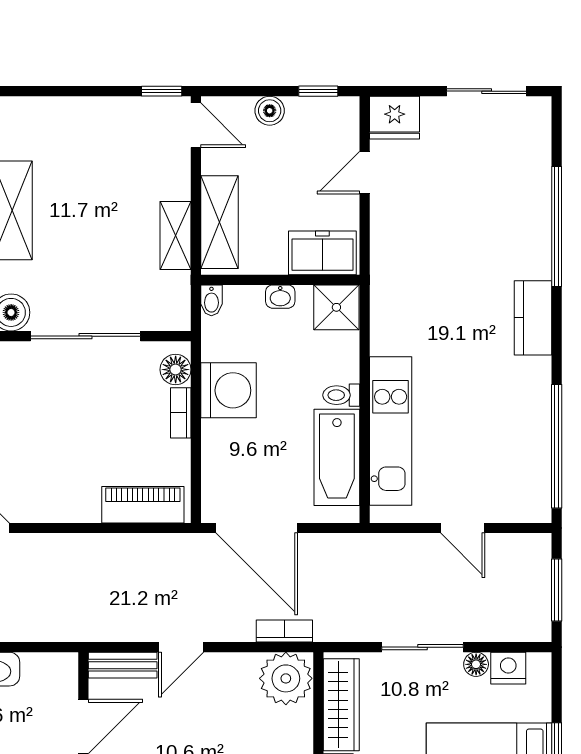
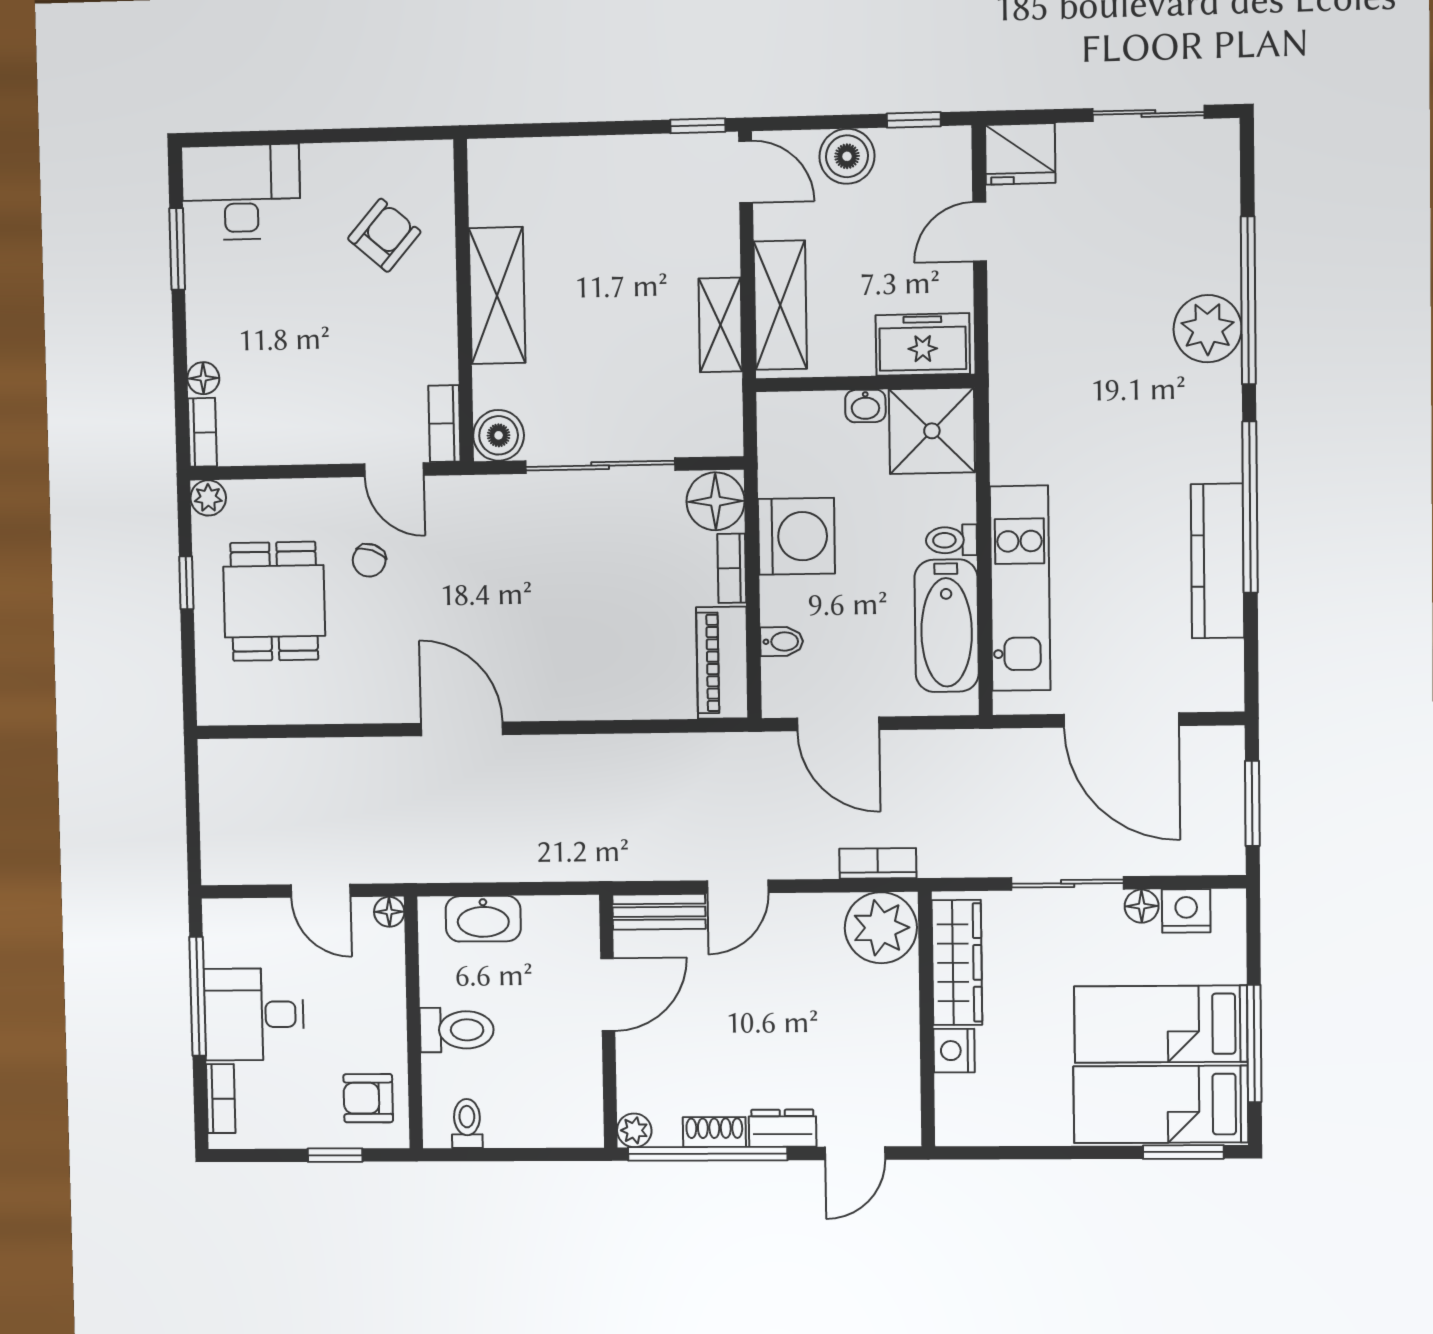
boiler: (270, 111) -> (847, 156), width x1.36, depth x1.36
plant: (527, 246) -> (1208, 329), added
bidet: (211, 300) -> (782, 642), moved, turned -90
shower: (336, 307) -> (932, 431), width x1.36, depth x1.36
kitchen counter: (533, 318) -> (1217, 561), moved, width x1.50
floor lamp: (176, 370) -> (715, 501), width x1.38, depth x1.38
window: (557, 446) -> (1250, 507), moved
piano: (143, 505) -> (722, 663), moved, turned -90
door: (257, 528) -> (838, 724), width x0.73
door: (463, 528) -> (1121, 720), width x1.87

